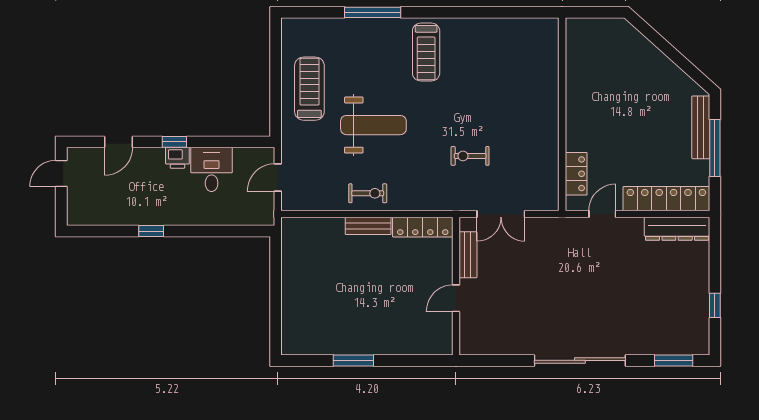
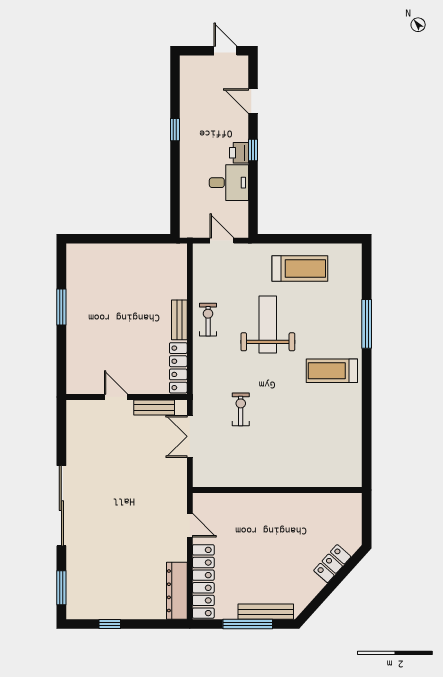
weight bench: (373, 125) -> (268, 325), turned 180
locker: (576, 174) -> (332, 564), moved, turned 132
exercise bike: (368, 193) -> (208, 320), turned 180

